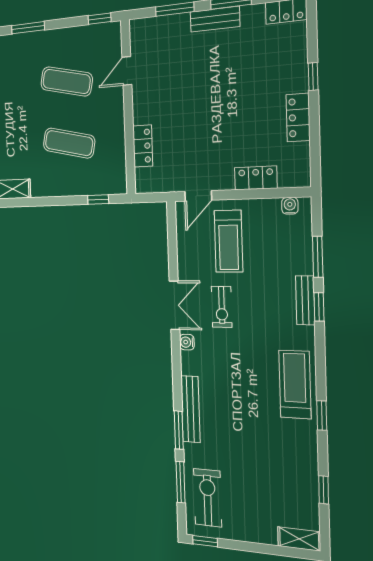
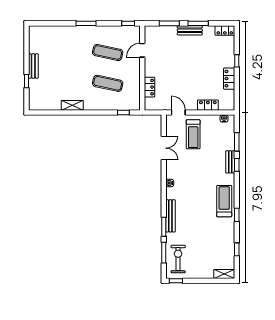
door: (198, 196) -> (178, 112), swing flipped
double door: (174, 305) -> (164, 148), moved
exercise bike: (222, 307) -> (189, 165), removed

